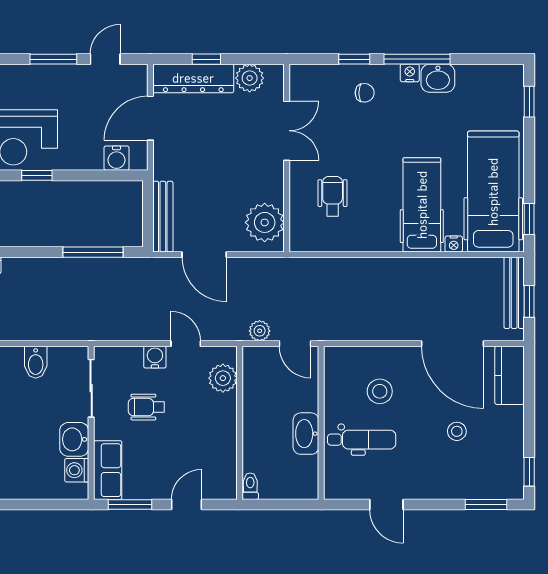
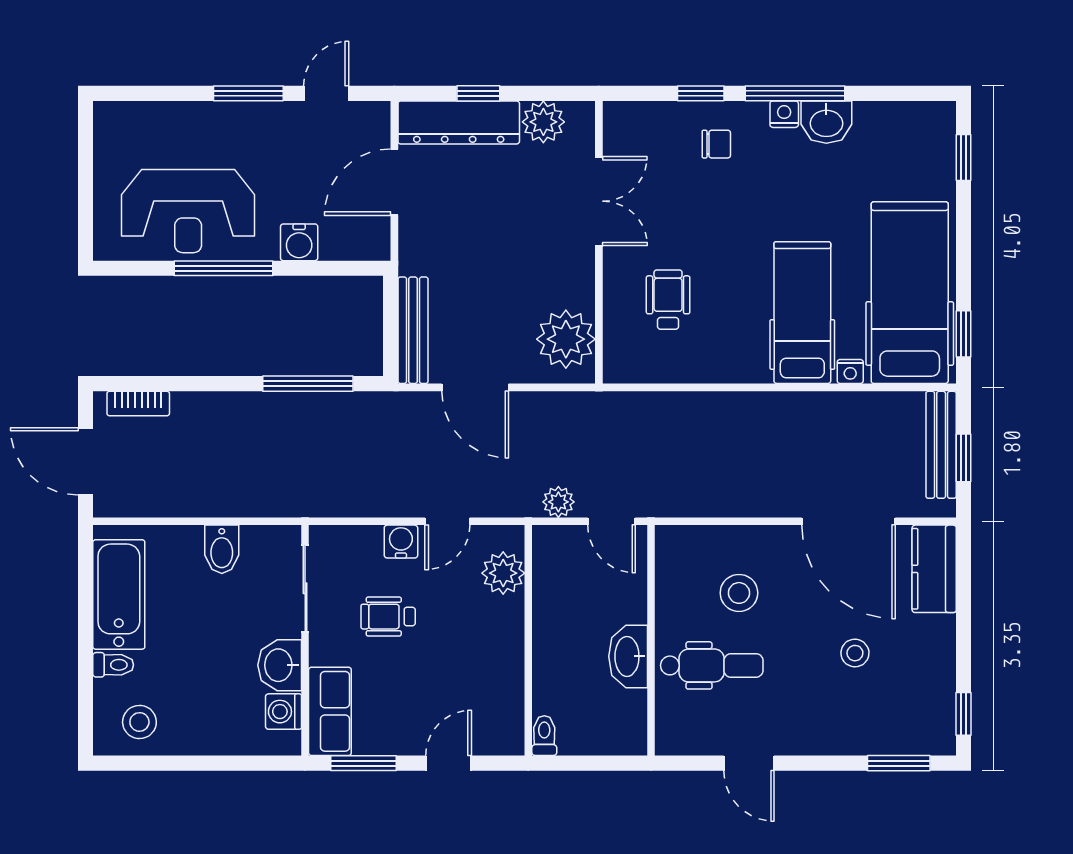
water cooler: (116, 158) -> (299, 242), moved
window: (37, 175) -> (224, 268), width x2.17
door: (186, 344) -> (447, 521), swing flipped

